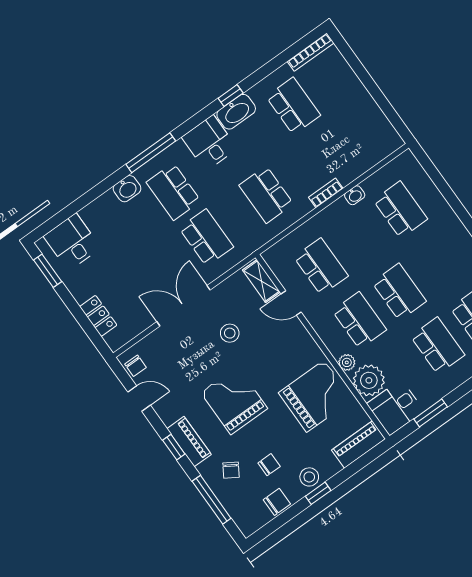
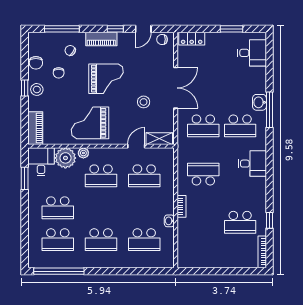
window: (231, 96) -> (270, 220), moved
washbasin: (236, 112) -> (259, 190), removed
window: (151, 153) -> (270, 110), moved
school desk: (173, 192) -> (240, 126), turned 180
window: (48, 271) -> (231, 29), moved
school desk: (399, 292) -> (101, 240), moved
locker: (98, 316) -> (192, 39), moved
grand piano: (316, 396) -> (90, 123), moved, turned 90
window: (174, 447) -> (115, 29), moved

